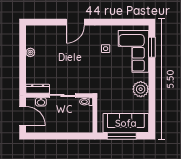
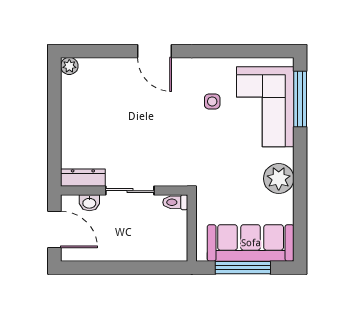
door: (75, 22) -> (154, 51), hinge flipped
window: (152, 47) -> (300, 99), width x1.44
plant: (30, 52) -> (69, 66), moved

